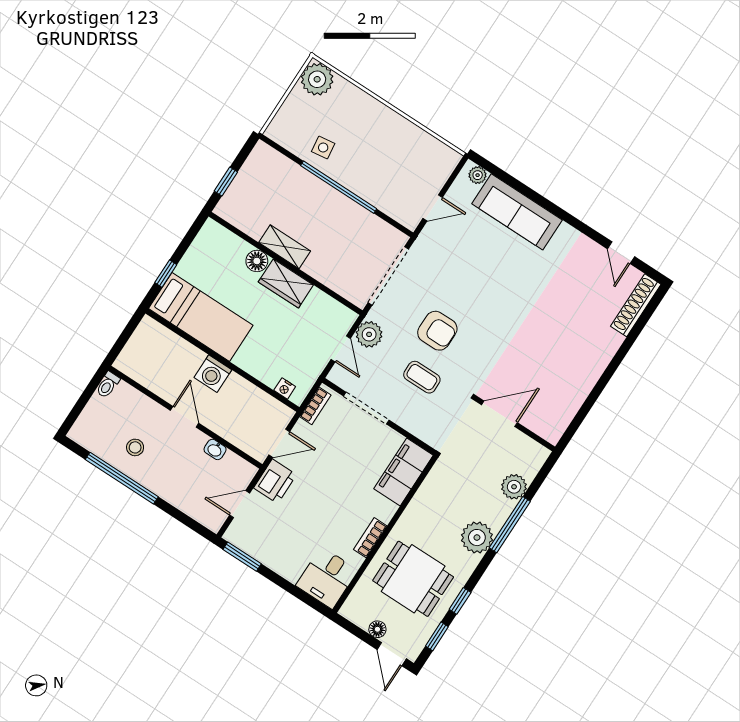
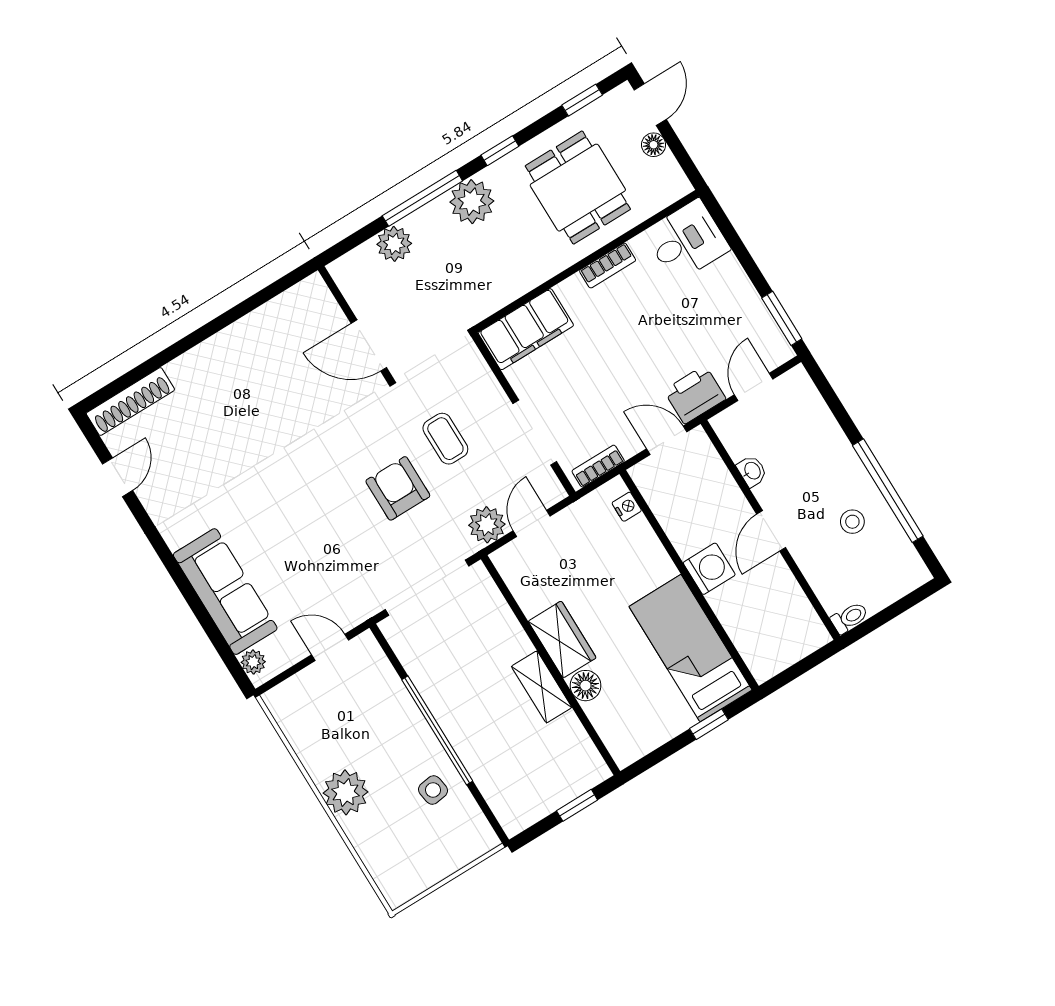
plant: (317, 79) -> (346, 792), moved
door: (240, 504) -> (754, 387), swing flipped
window: (460, 601) -> (500, 151), moved

